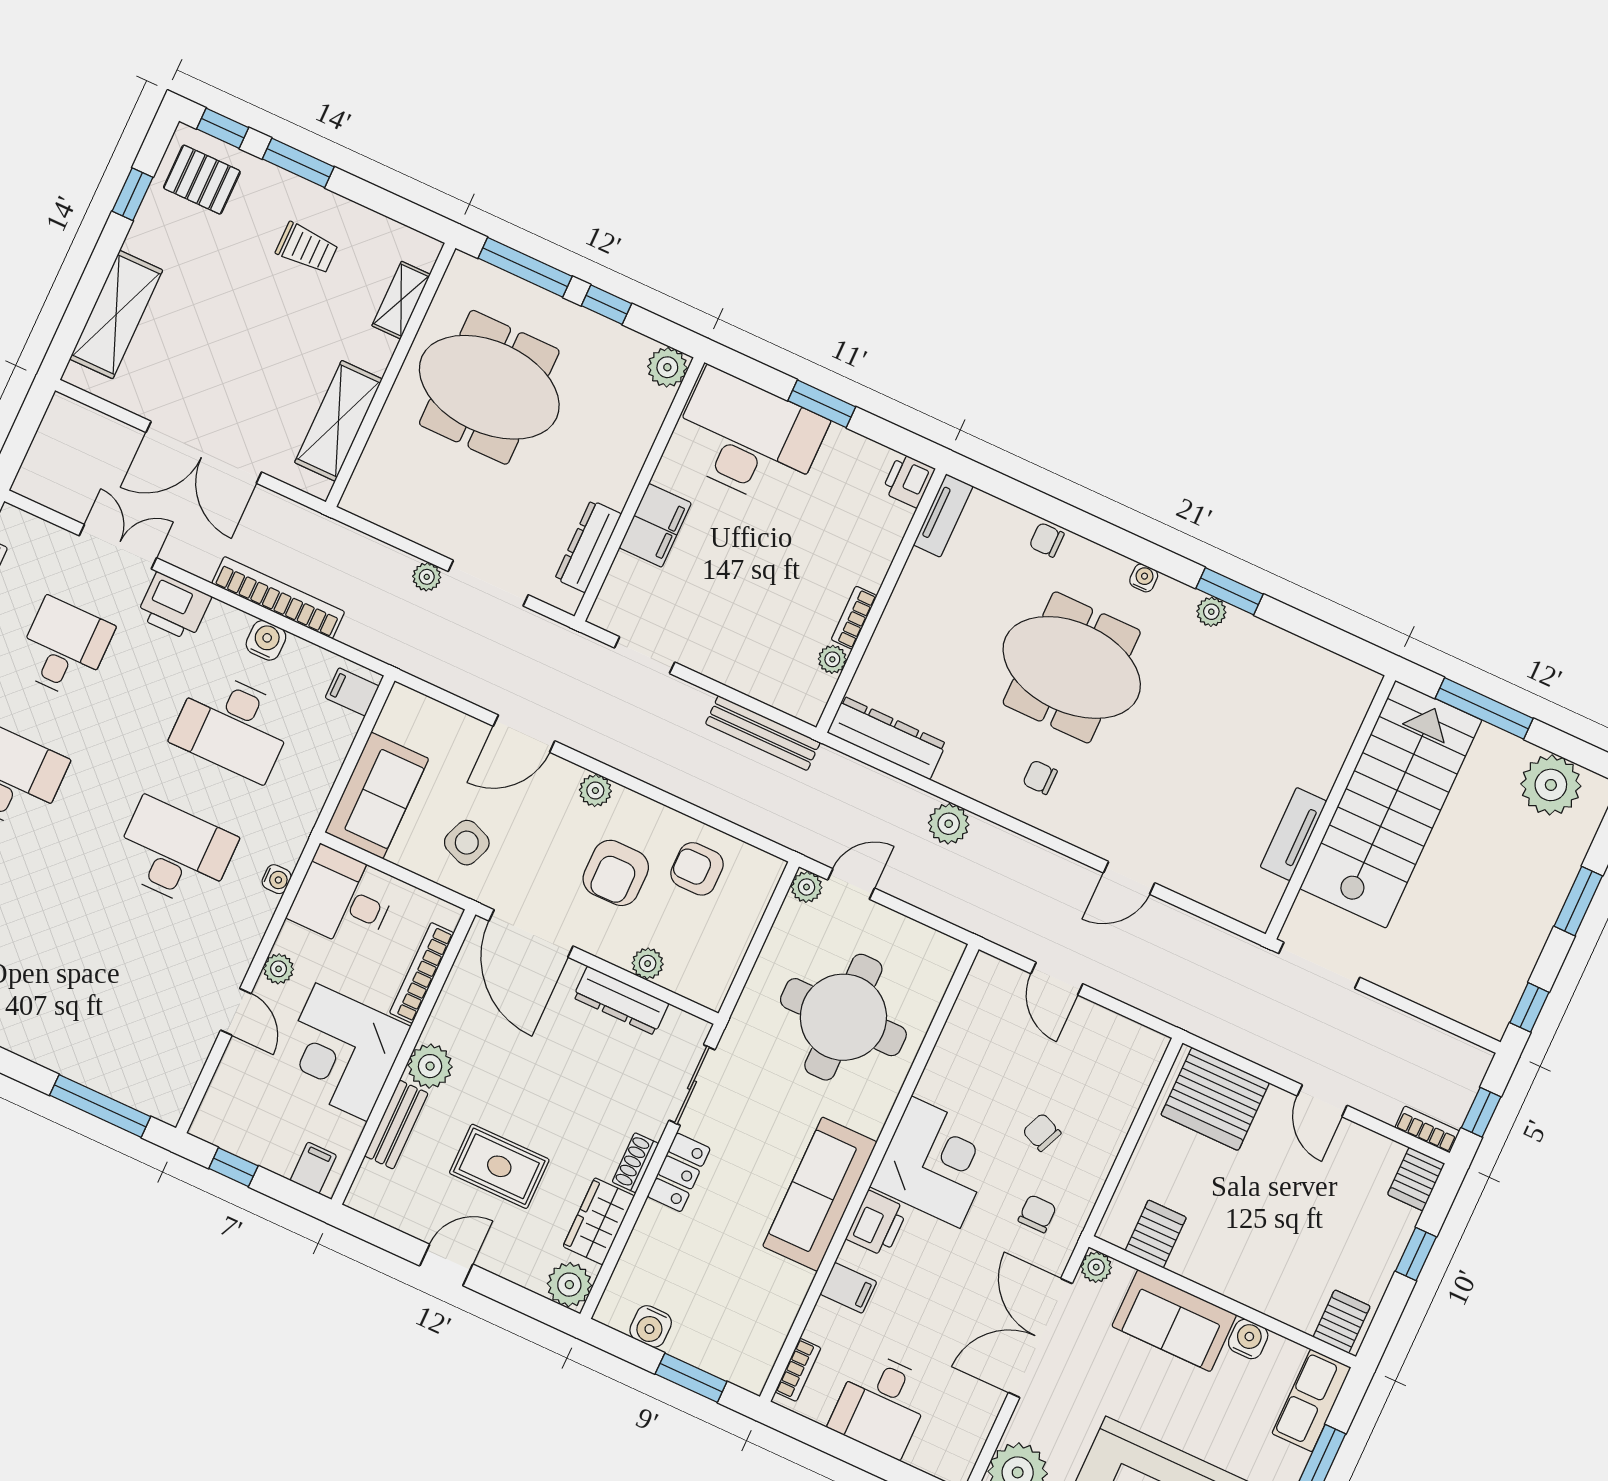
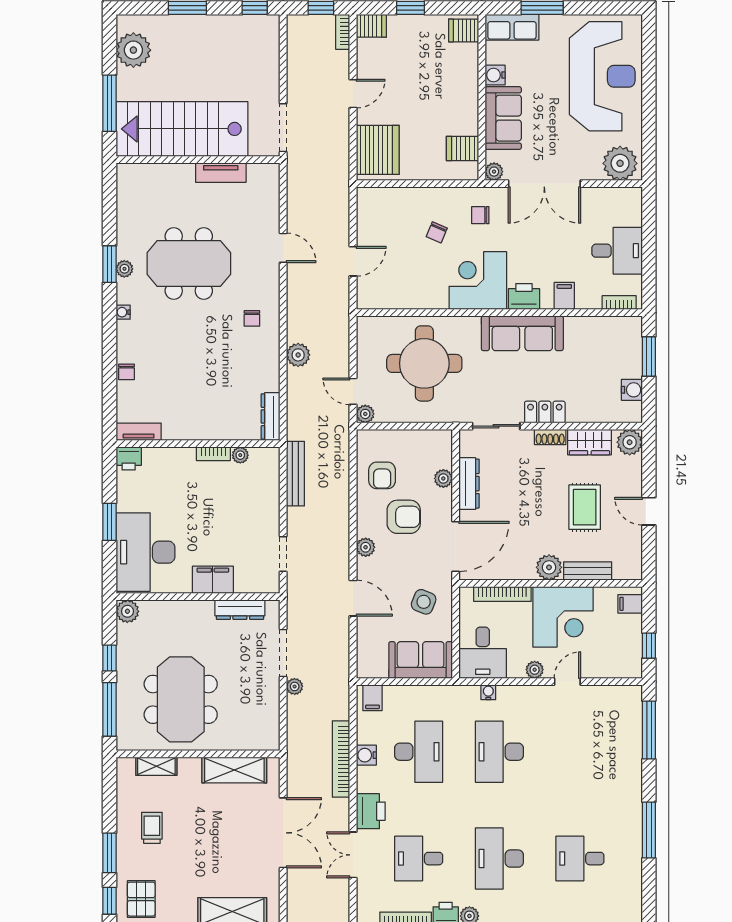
meeting table: (1072, 667) -> (189, 264), moved, turned 90
dresser: (887, 738) -> (270, 417), width x0.73, depth x0.80

